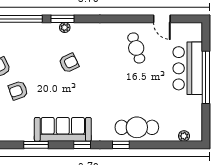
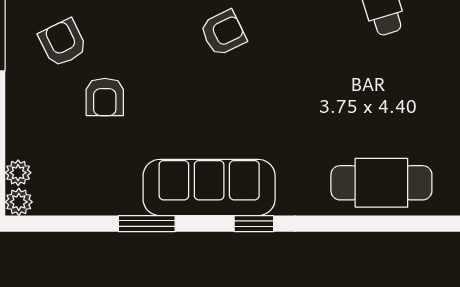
armchair: (18, 90) -> (105, 97), turned -70
window: (121, 145) -> (344, 224), removed

